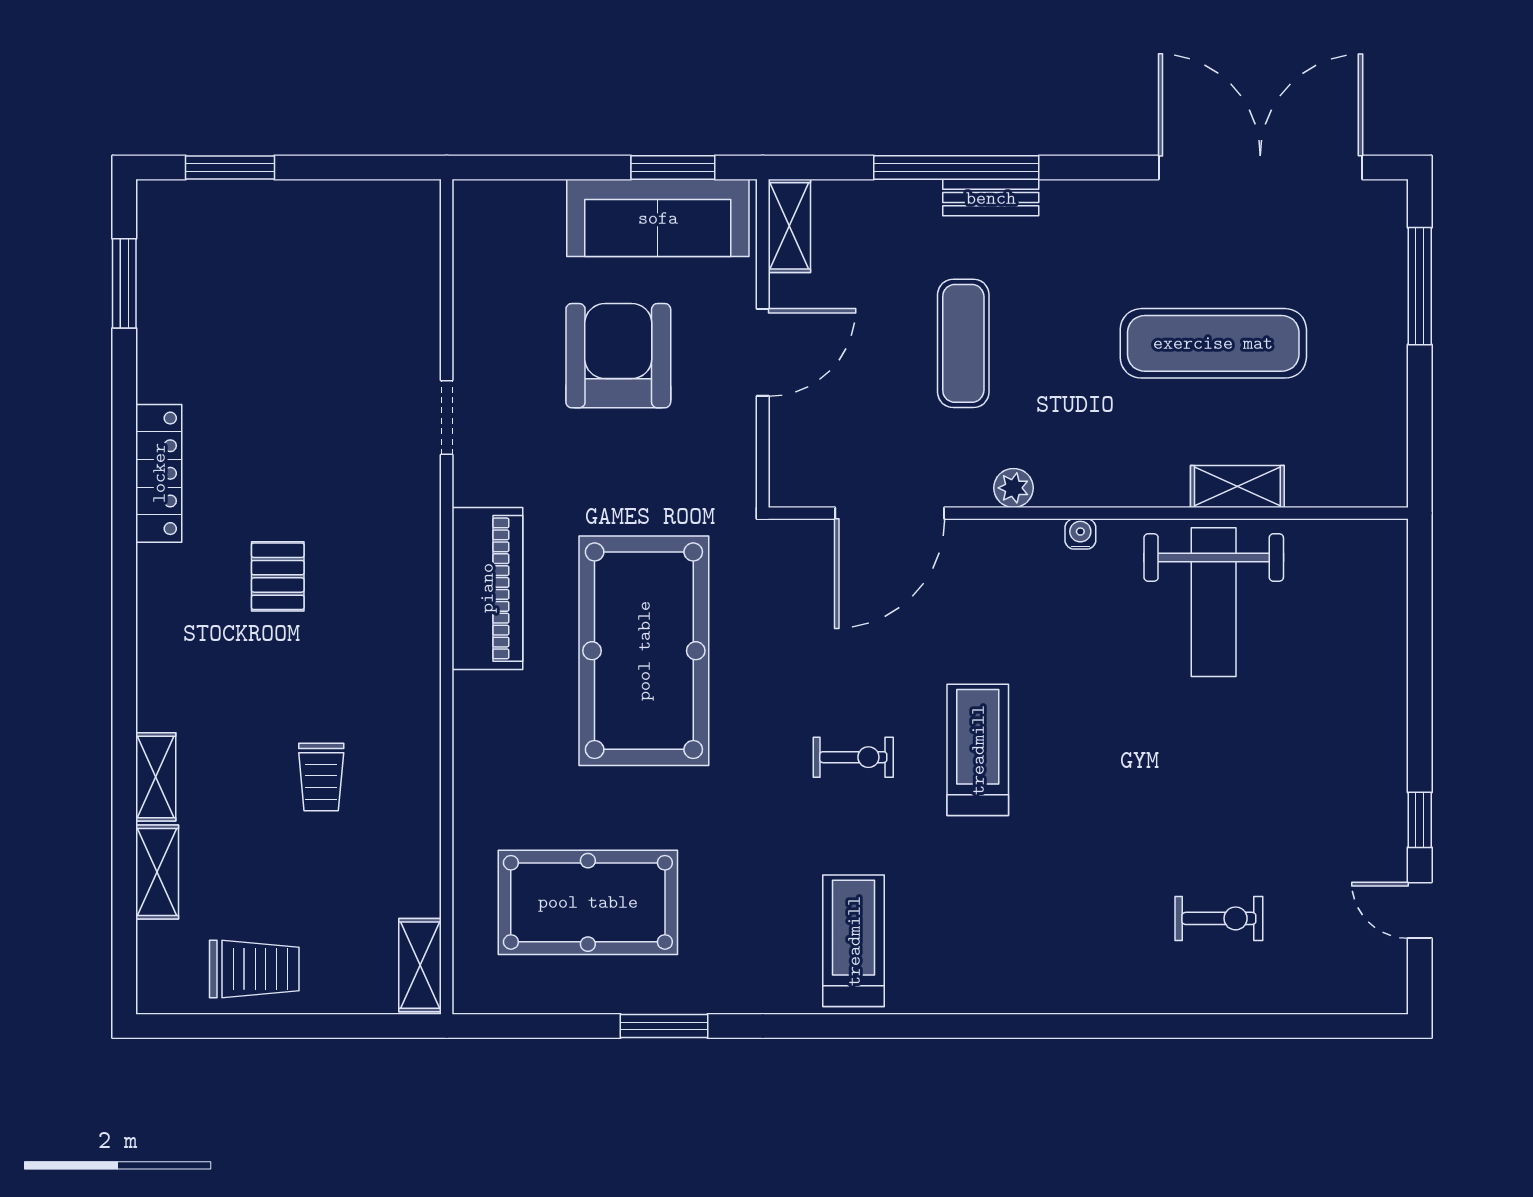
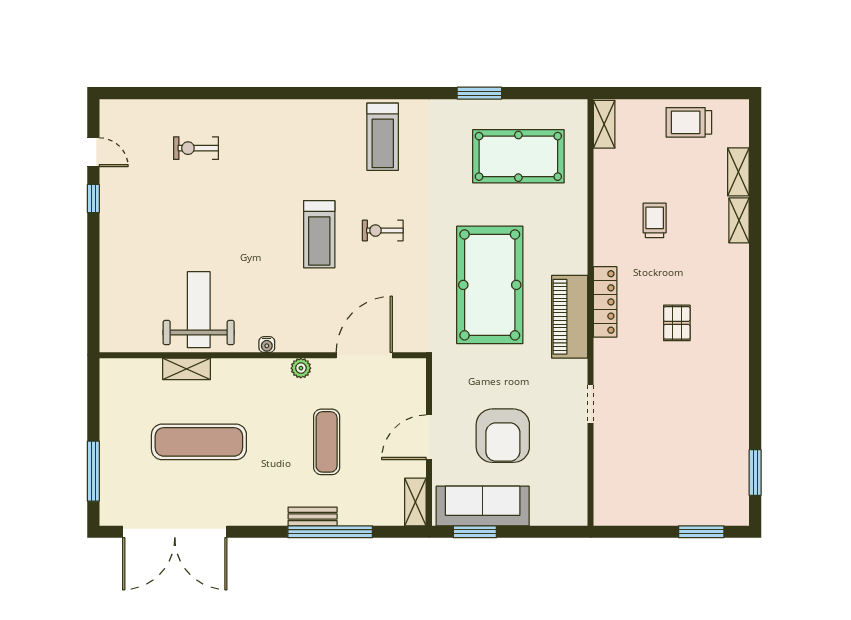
locker: (159, 473) -> (605, 302), moved, turned 180

